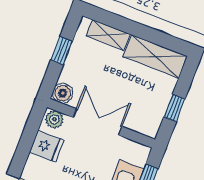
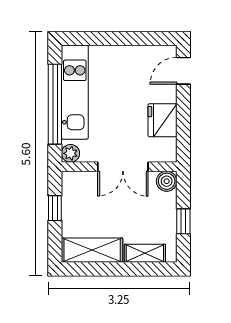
plant: (54, 119) -> (70, 153), moved
fridge: (47, 146) -> (162, 120), width x1.38

